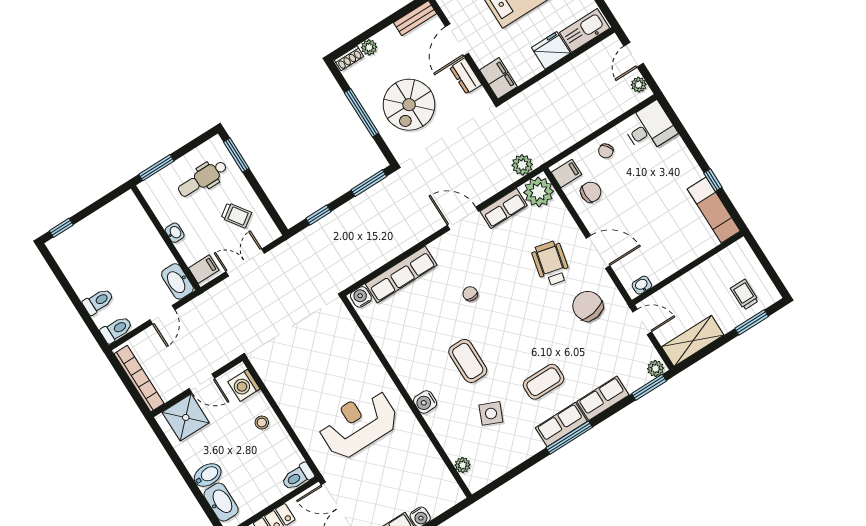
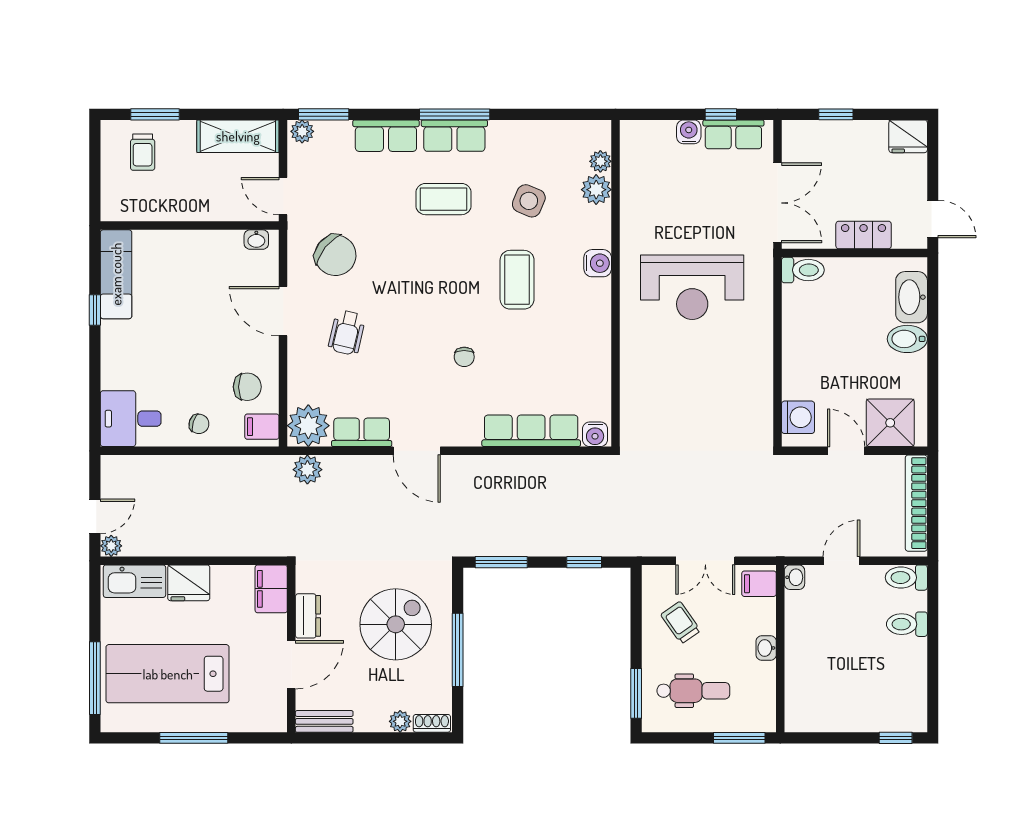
plant: (639, 85) -> (111, 546), moved
chair: (606, 151) -> (199, 424), turned 55
chair: (591, 192) -> (247, 387), turned 180
wheelchair: (551, 263) -> (347, 333), width x0.73, depth x0.73
washbasin: (177, 281) -> (794, 577), width x0.52, depth x0.69
chair: (588, 306) -> (335, 255), turned -41
stool: (262, 423) -> (805, 360), removed
plant: (454, 446) -> (596, 190), added

